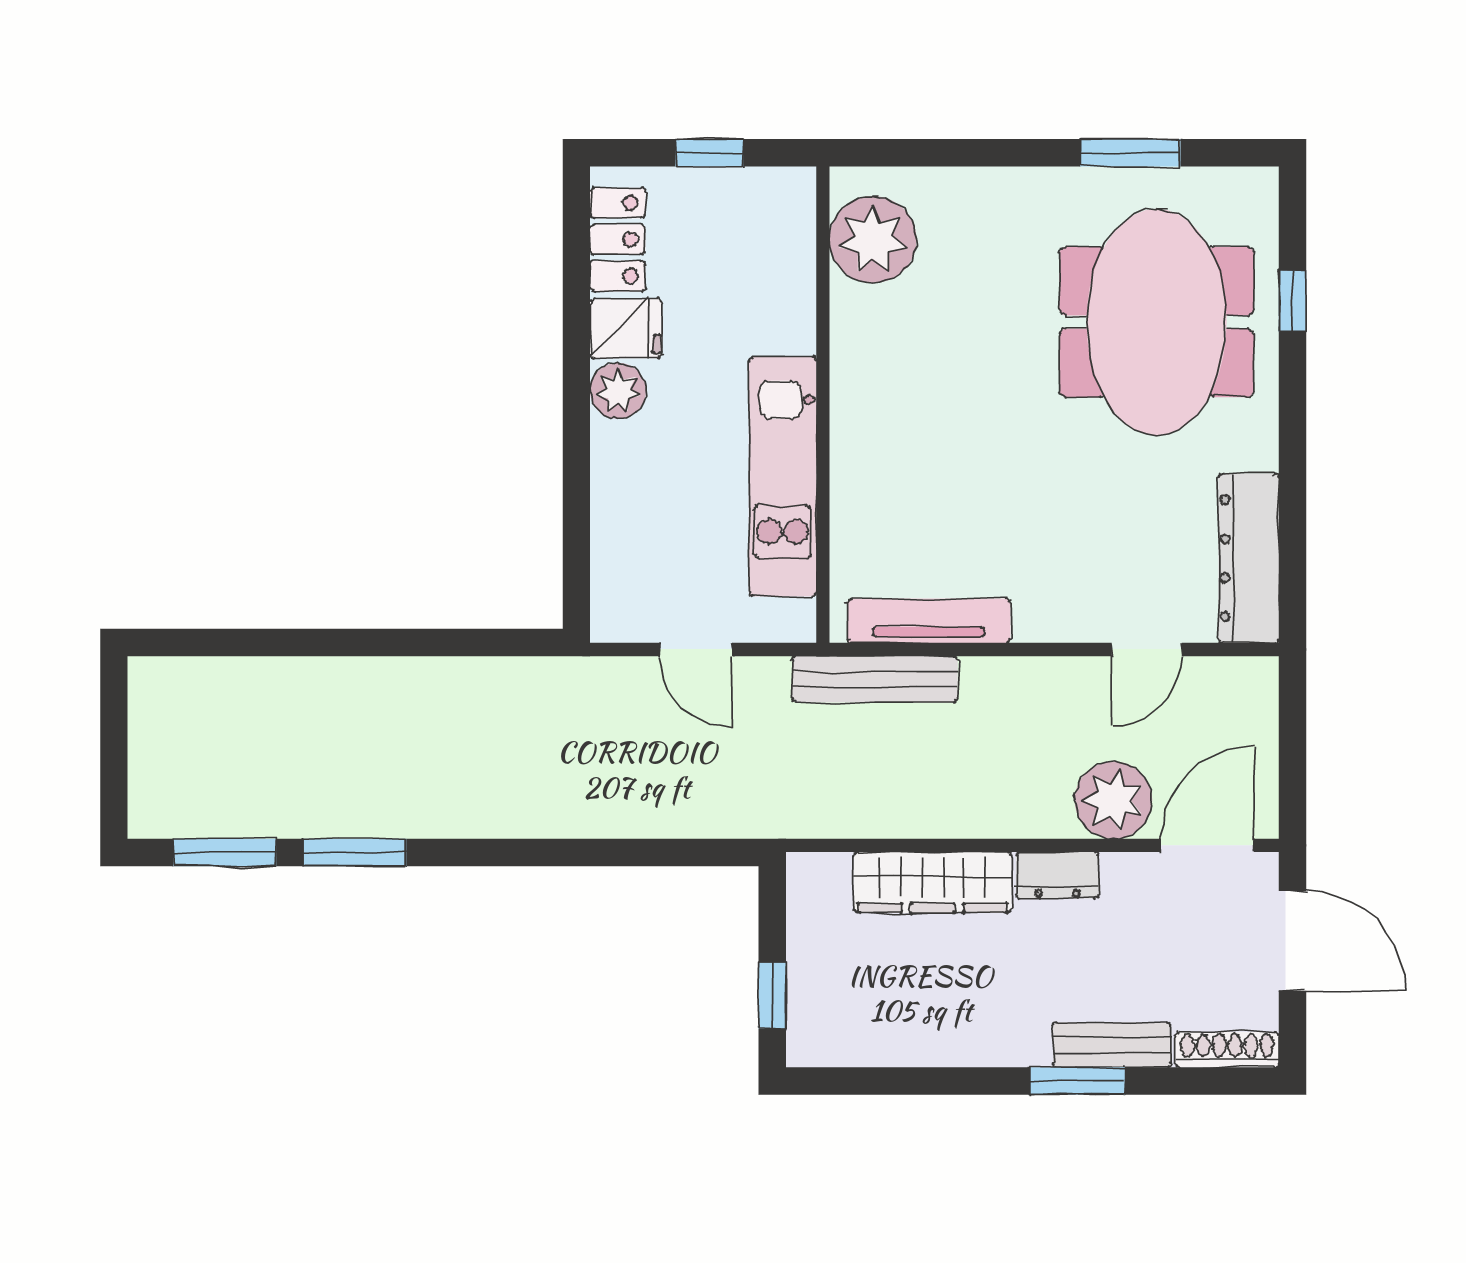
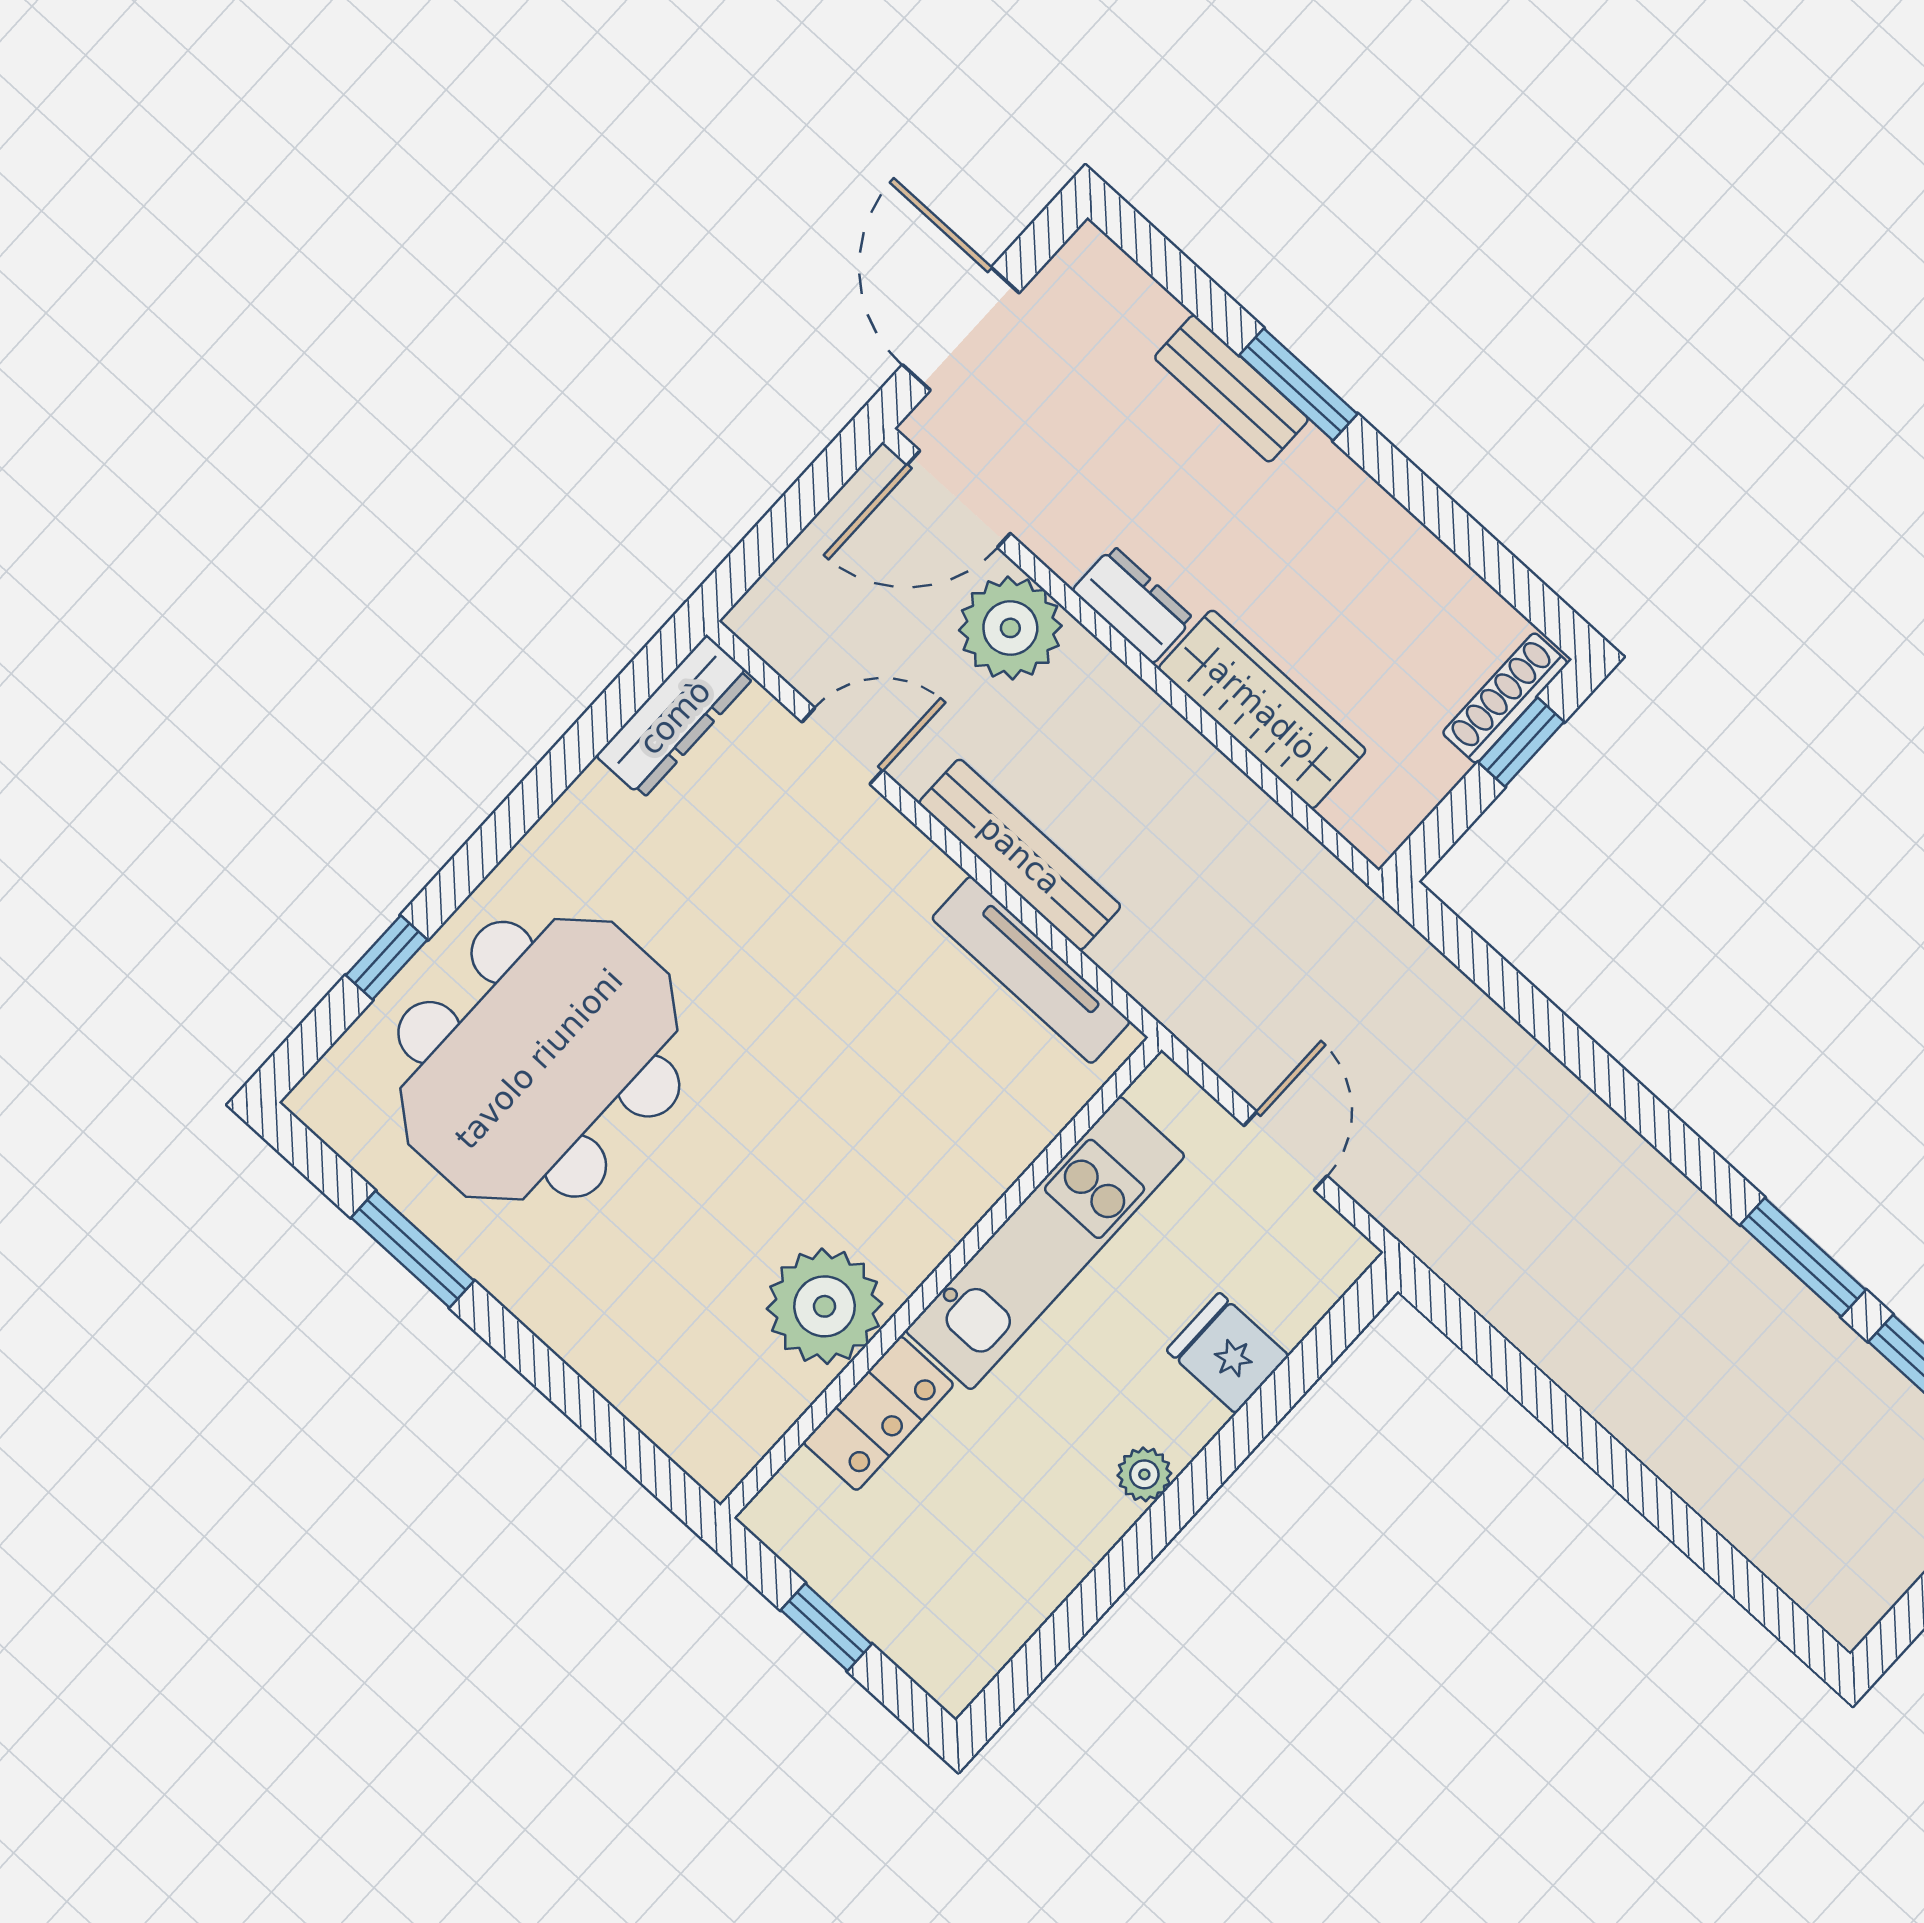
locker: (618, 240) -> (879, 1413), moved, turned 180
plant: (873, 240) -> (824, 1306), moved
fridge: (626, 329) -> (1228, 1353), moved
plant: (618, 391) -> (1144, 1474), width x0.73, depth x0.73
dresser: (1249, 558) -> (675, 717), width x0.73, depth x0.80
bench: (875, 679) -> (1020, 855), moved
shoe rack: (1227, 1050) -> (1505, 698), moved, turned 90

